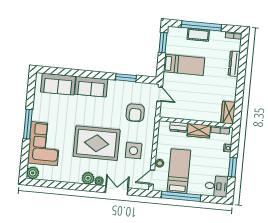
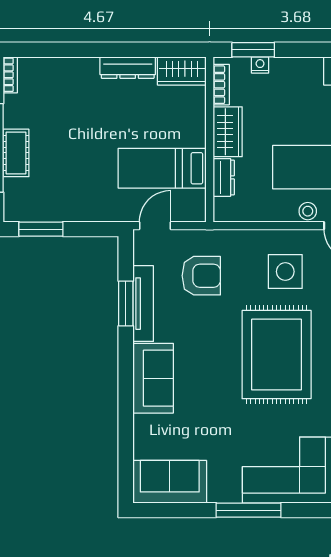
dresser: (234, 64) -> (128, 68), moved
bed: (184, 65) -> (162, 168), moved, turned -90
sofa: (58, 84) -> (170, 482), moved, turned -90
tv unit: (125, 85) -> (143, 304), added
window: (233, 167) -> (253, 50), moved

